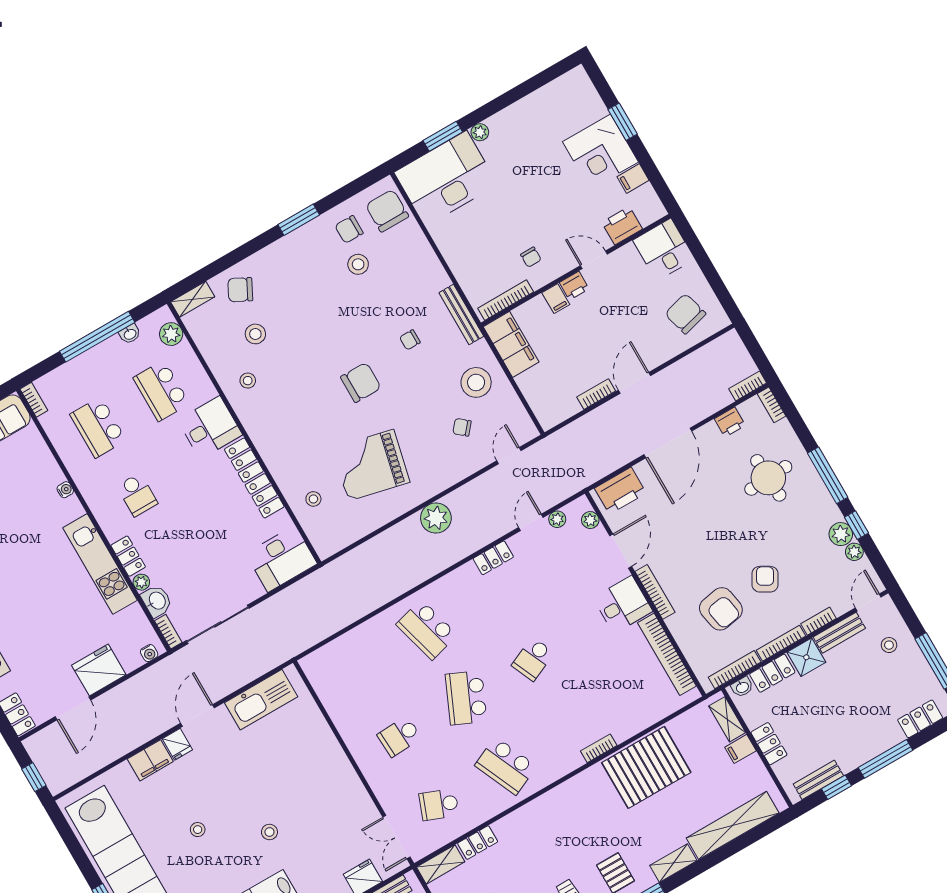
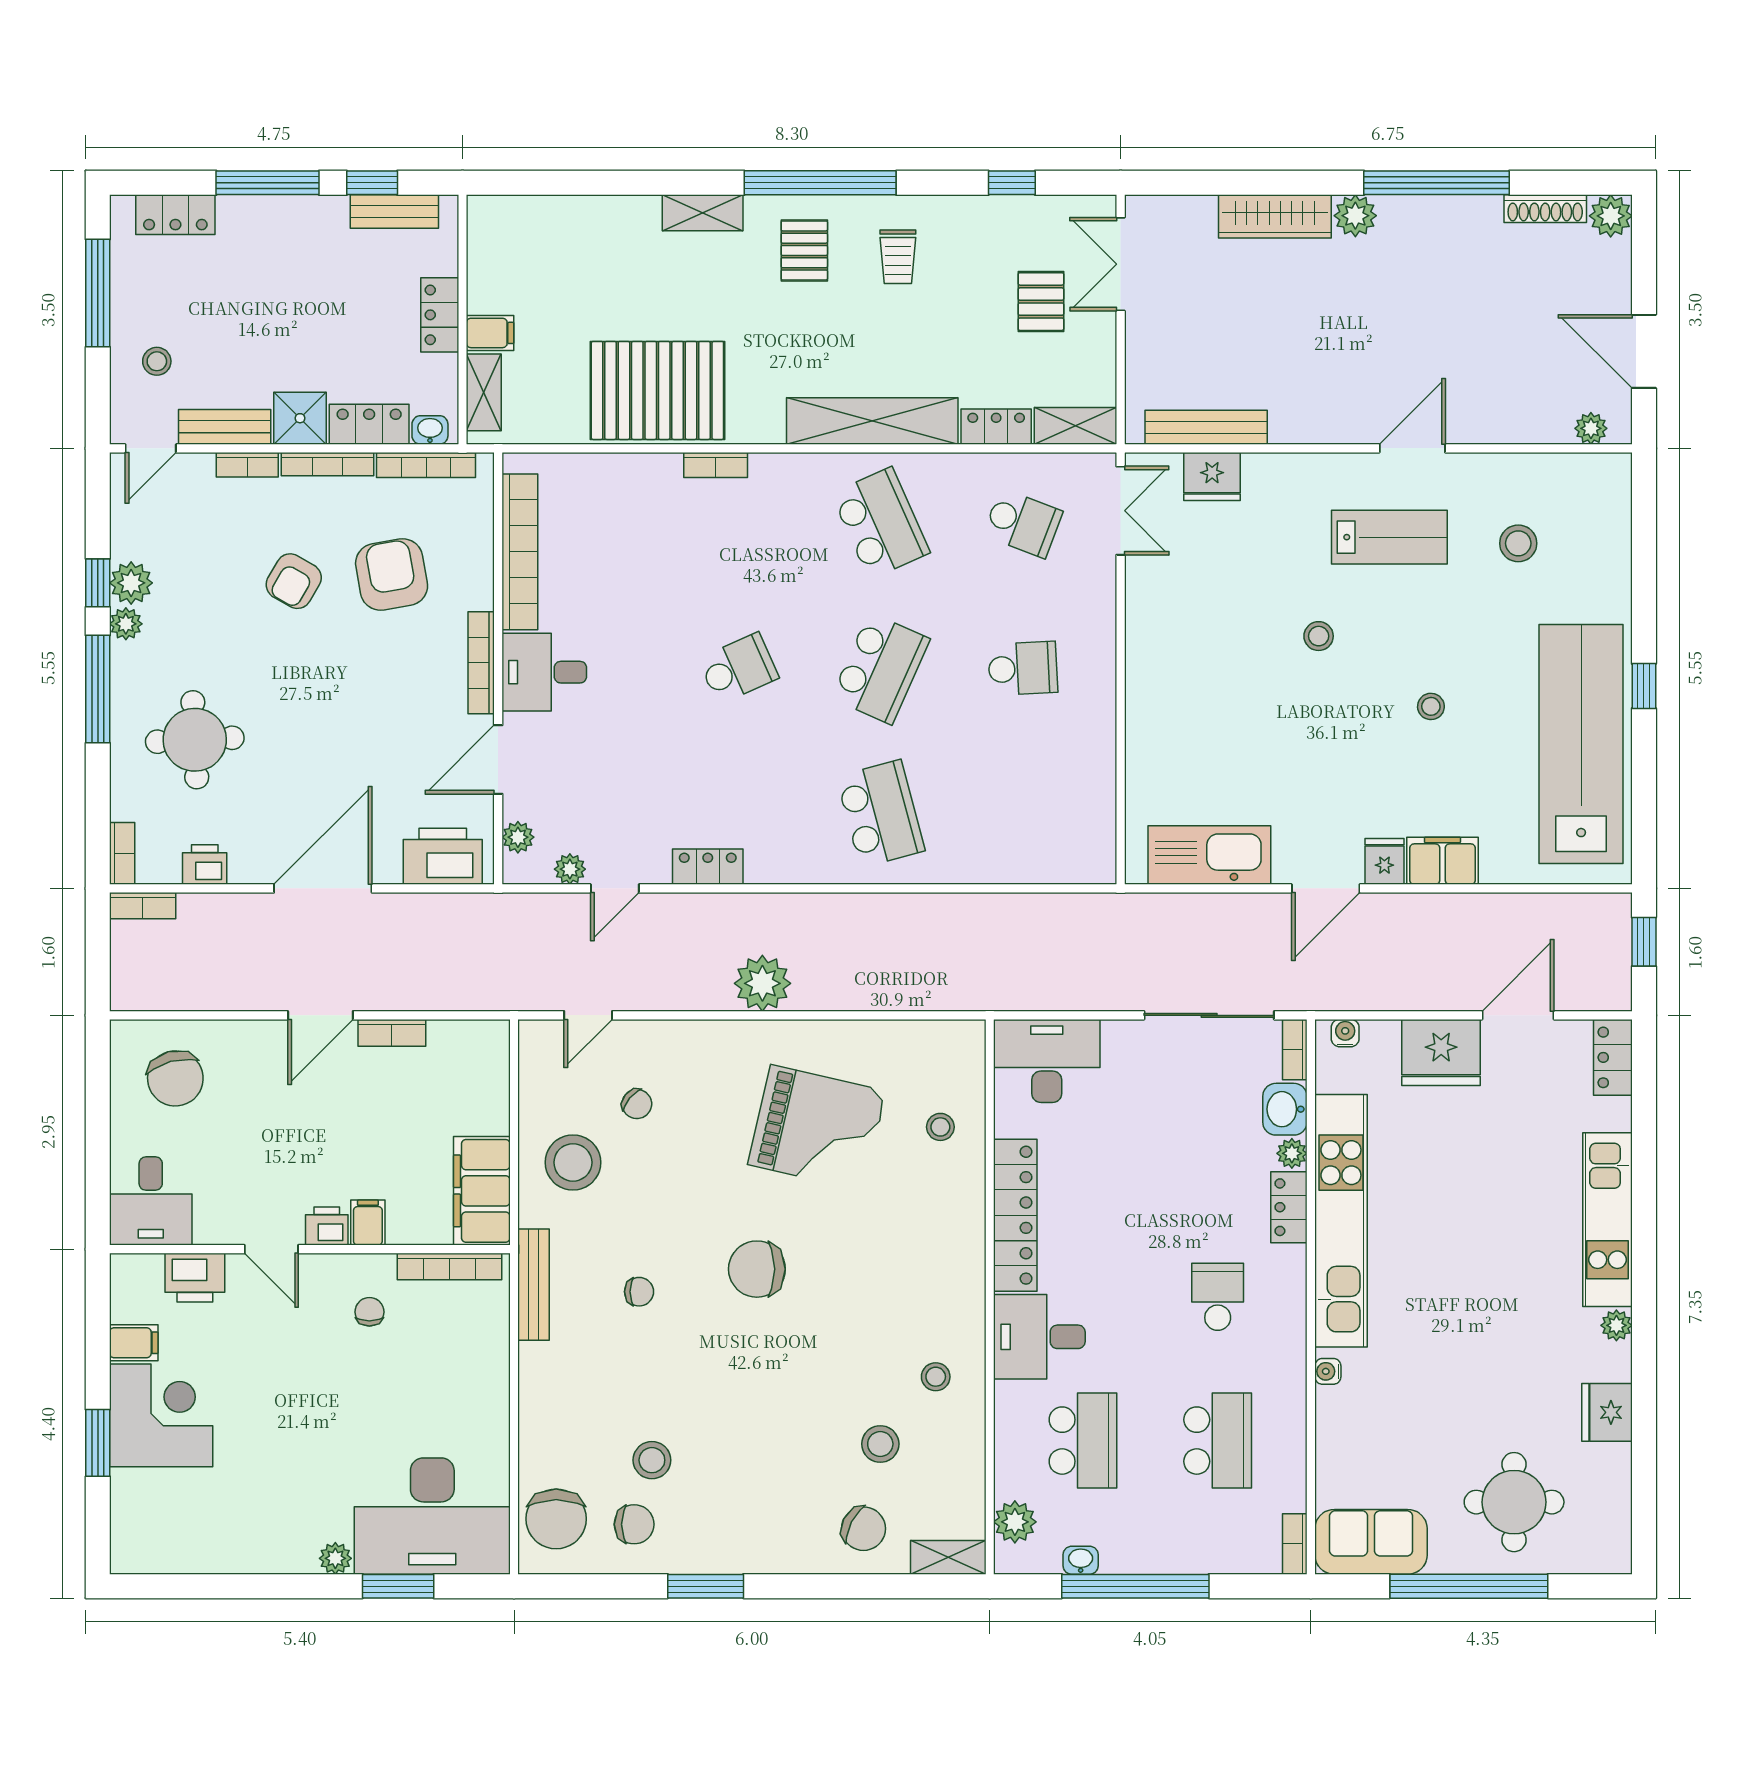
plant: (854, 552) -> (126, 624), moved
kitchen unit: (100, 564) -> (1341, 1221), width x1.36
shelving: (733, 825) -> (872, 421), moved

